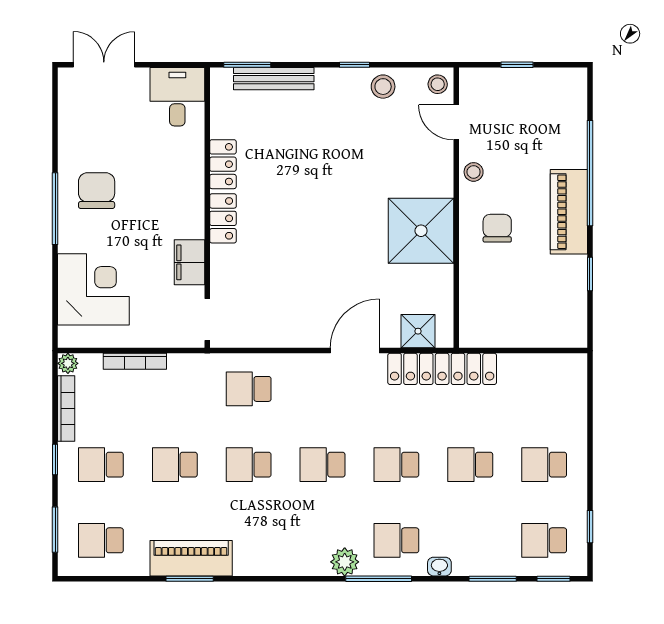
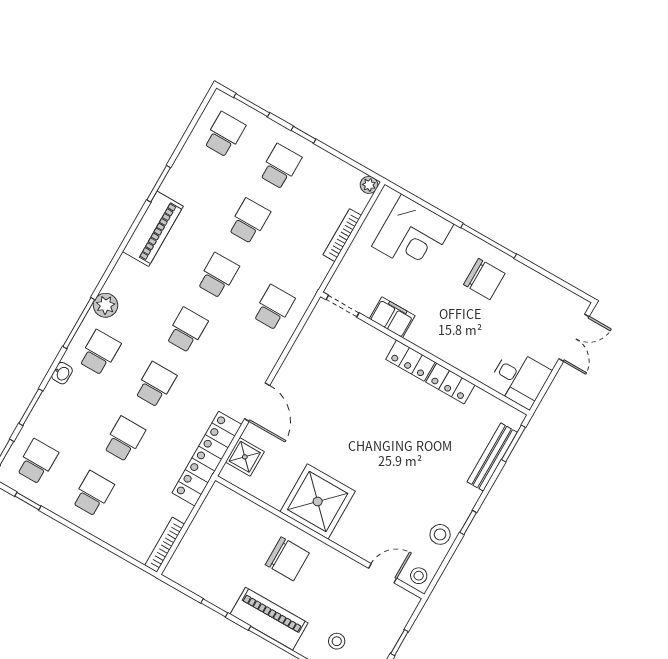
stool: (474, 172) -> (337, 641), moved
chair: (497, 228) -> (287, 559), width x1.37, depth x1.37
bookcase: (66, 408) -> (165, 545), moved, turned 90
piano: (191, 558) -> (153, 229), moved

